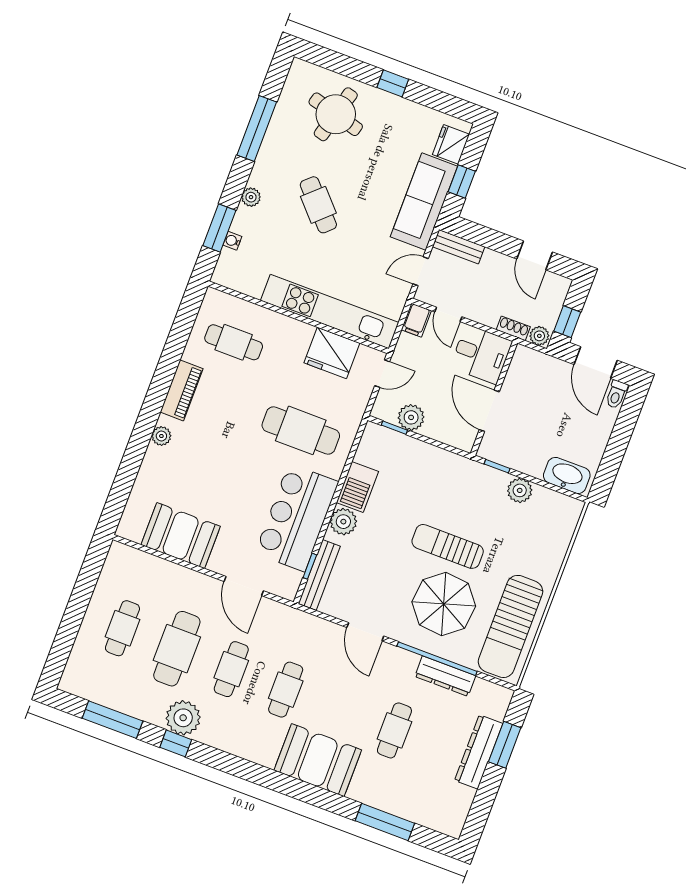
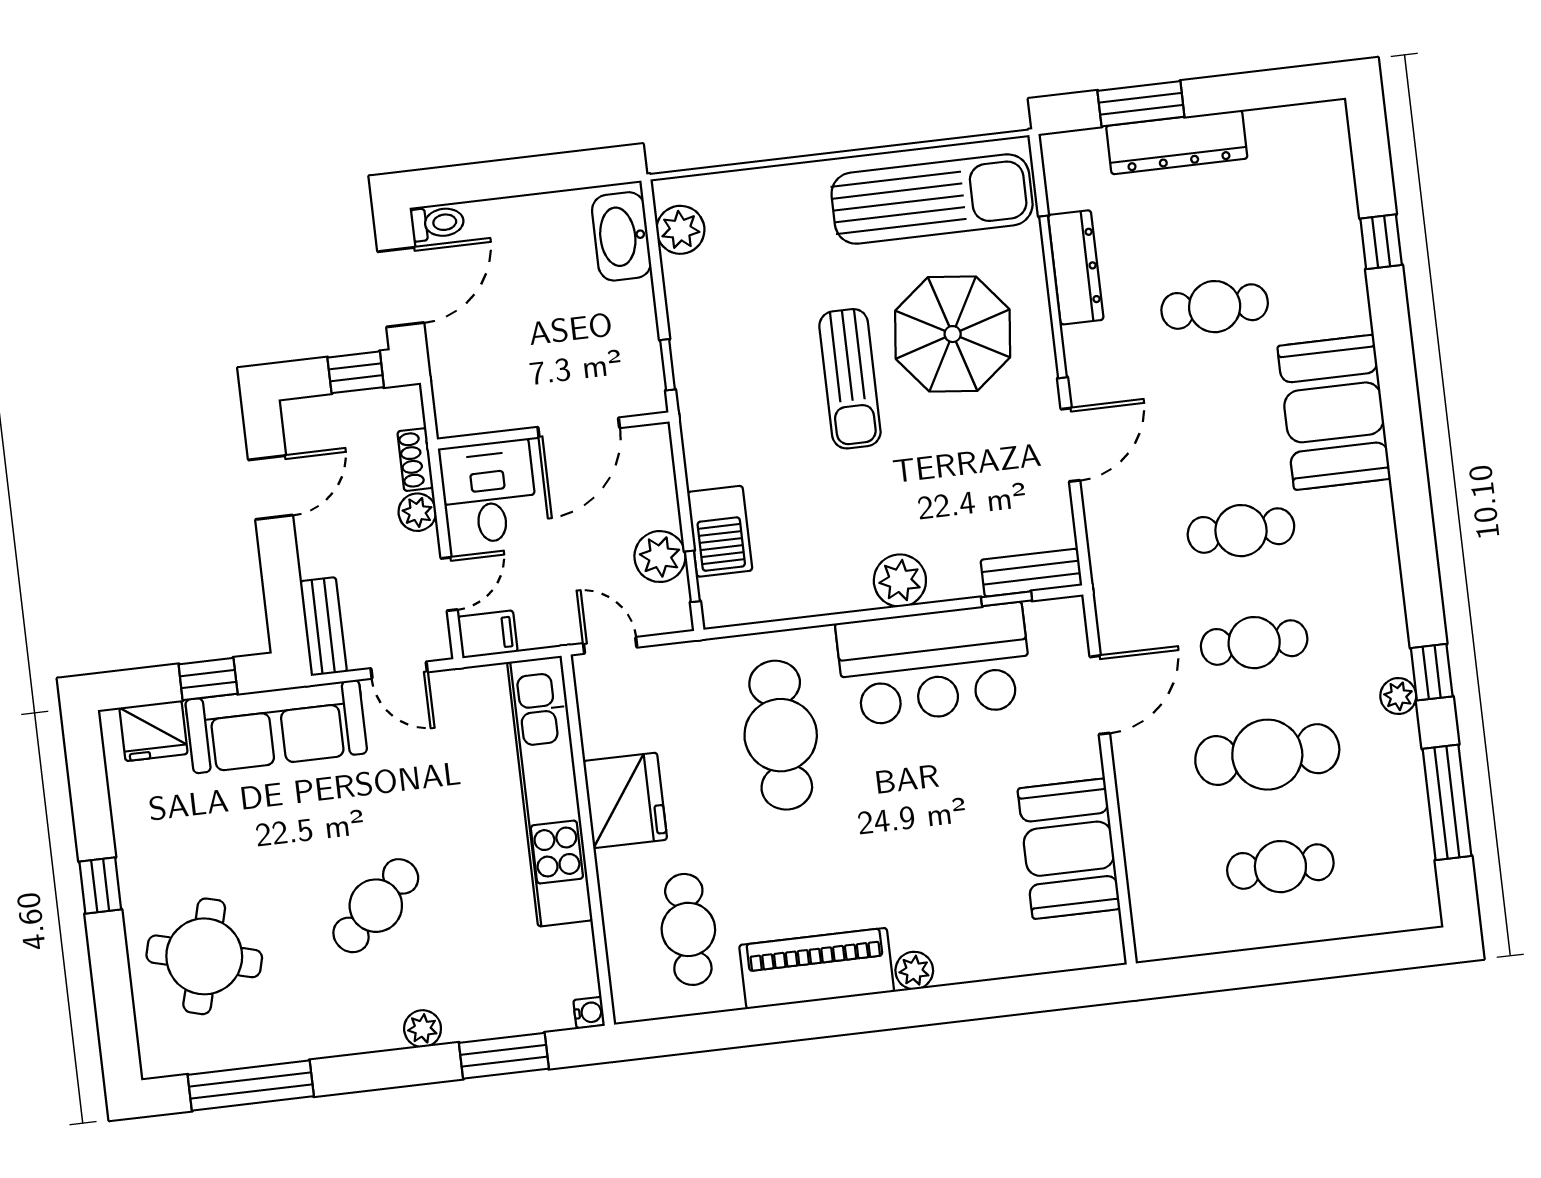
window: (257, 128) -> (251, 1086), moved
water cooler: (232, 241) -> (589, 1013), moved, turned -90
plant: (539, 336) -> (417, 512), moved
fridge: (332, 353) -> (625, 800), moved
piano: (182, 390) -> (817, 968), width x1.37, depth x1.33
barbecue: (357, 487) -> (720, 531), moved, turned 90
plant: (520, 490) -> (680, 230), moved
bench: (319, 575) -> (1031, 573), width x0.73
plant: (183, 718) -> (1398, 696), width x0.53, depth x0.53
window: (385, 822) -> (1381, 242), width x0.46

